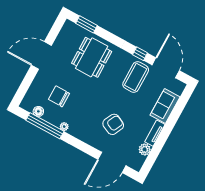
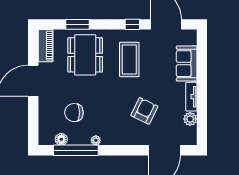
window: (87, 24) -> (78, 24), moved
piano: (65, 34) -> (46, 46), added
coffee table: (136, 77) -> (129, 59), moved

